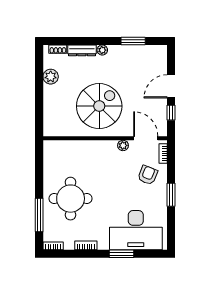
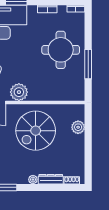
plant: (51, 77) -> (78, 127), moved
plant: (123, 145) -> (19, 92), width x1.88, depth x1.88
window: (39, 215) -> (88, 64), moved

